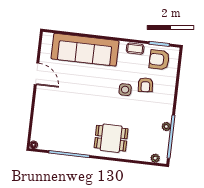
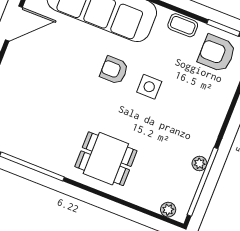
door: (37, 74) -> (14, 24), hinge flipped
armchair: (145, 85) -> (114, 70), moved, turned 95

